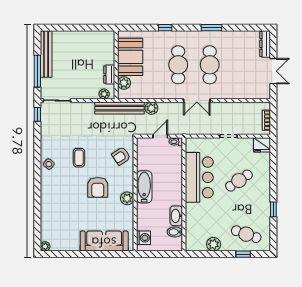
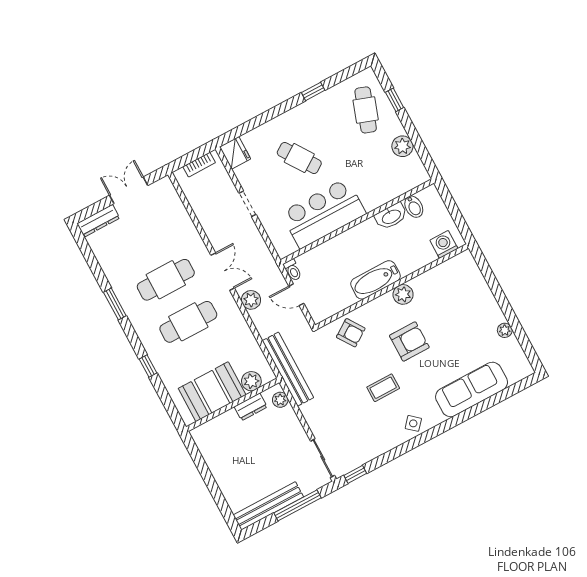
plant: (151, 108) -> (251, 300), moved
sofa: (104, 241) -> (472, 389), moved, turned 90
plant: (45, 246) -> (505, 330), moved

